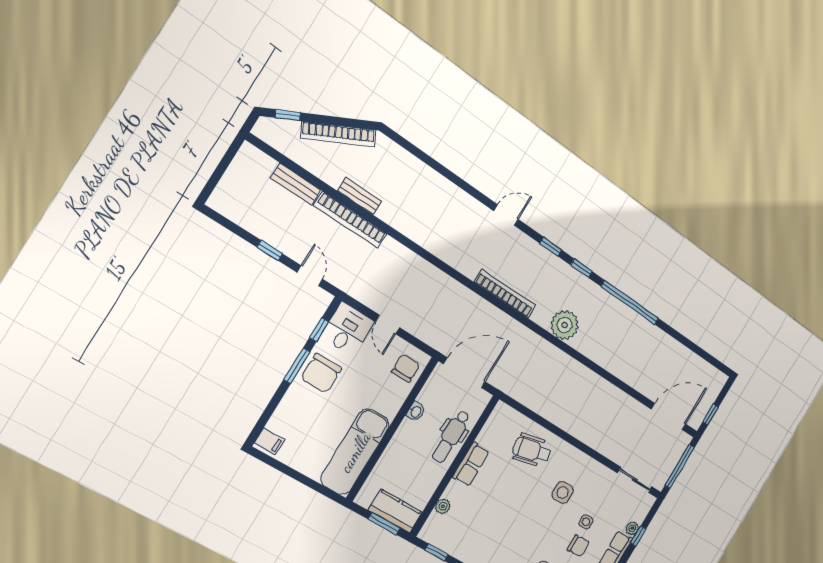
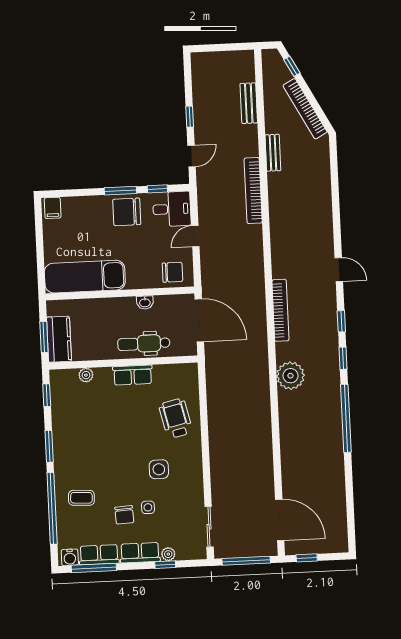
bookcase: (350, 220) -> (253, 191), moved

